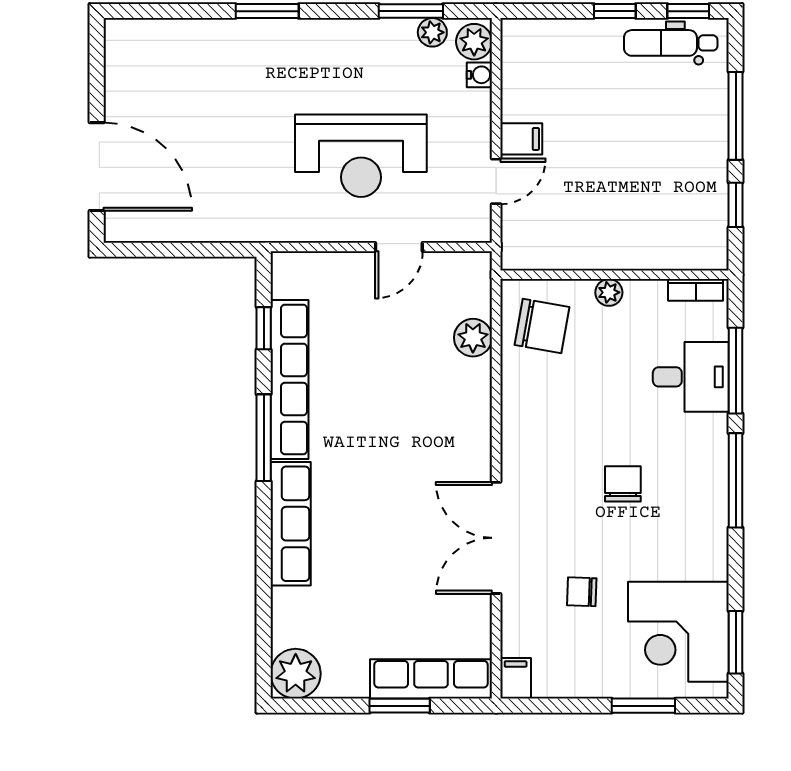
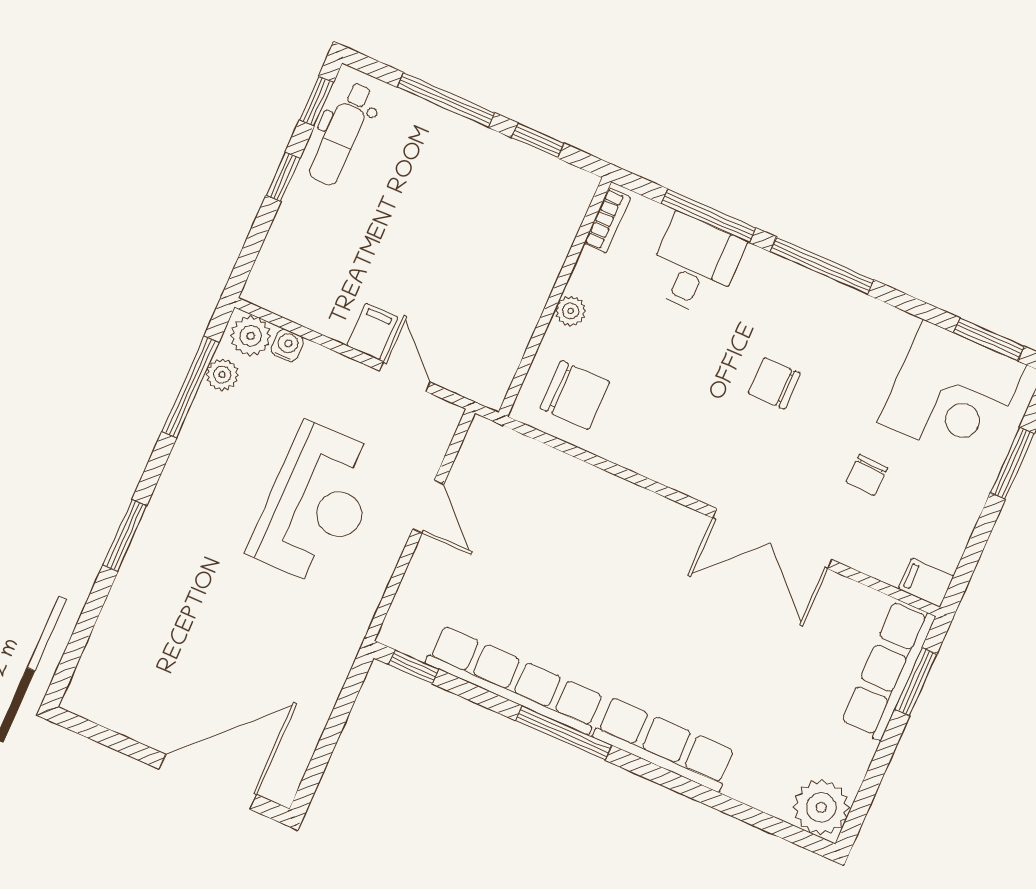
window: (411, 11) -> (190, 387), width x1.44
chair: (542, 326) -> (575, 395), turned 80
window: (264, 328) -> (414, 667), moved
plant: (473, 338) -> (555, 472), removed
window: (400, 706) -> (916, 682), moved

